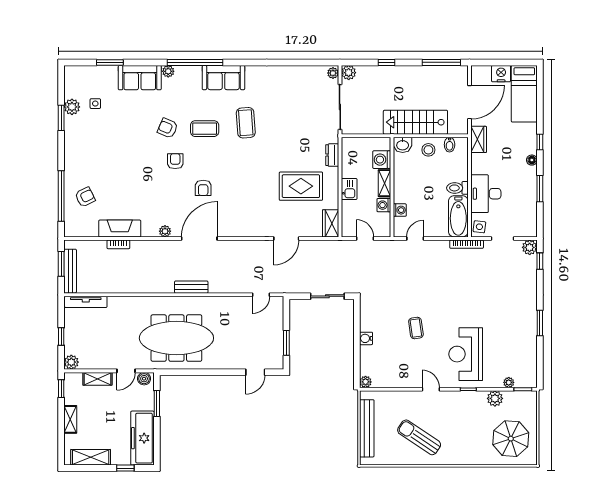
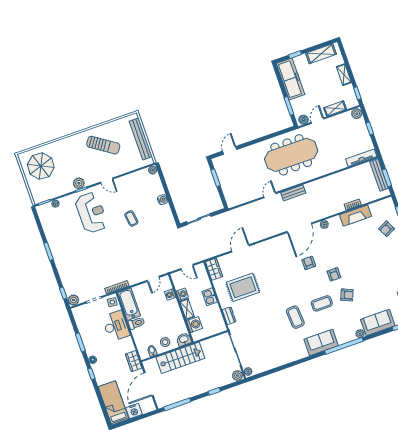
door: (261, 295) -> (270, 195), moved
plant: (495, 398) -> (79, 183), moved

